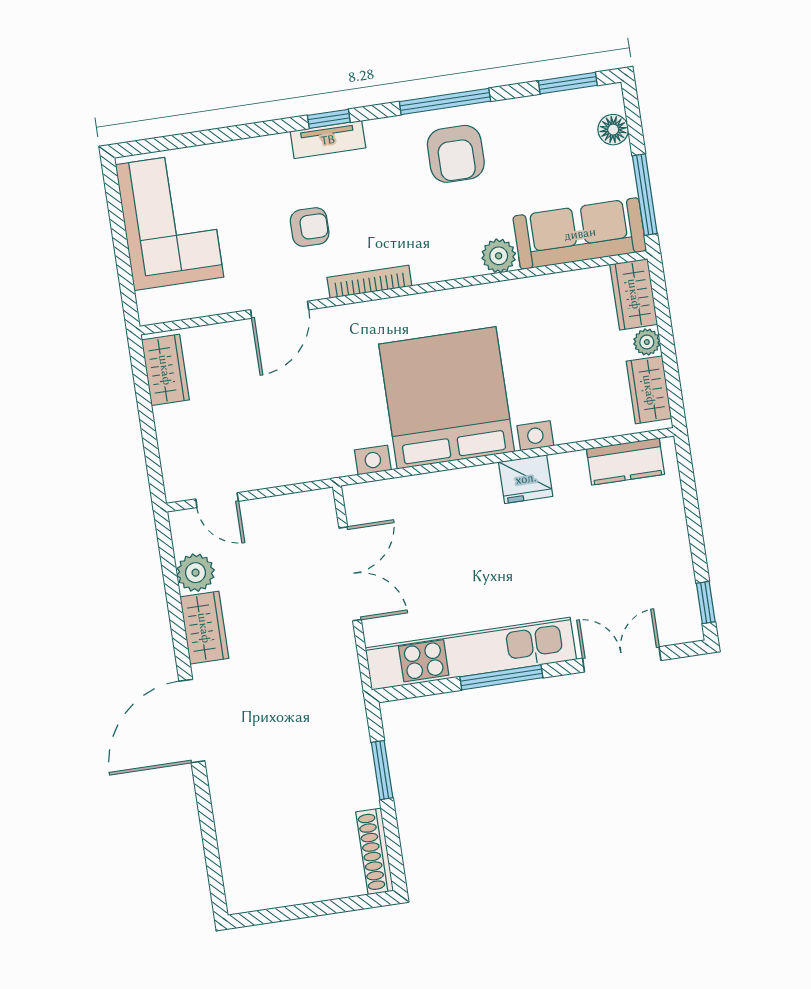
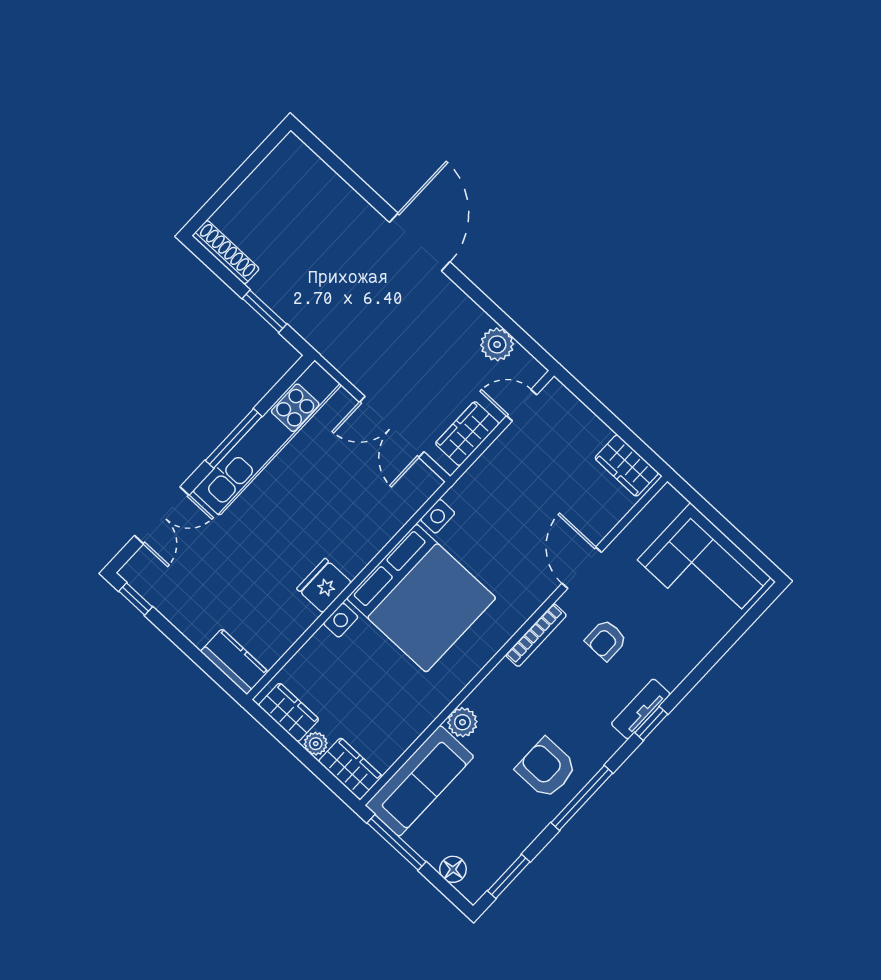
kitchen counter: (625, 462) -> (234, 662), moved, turned 90
wardrobe: (204, 628) -> (467, 434), moved, turned 90

